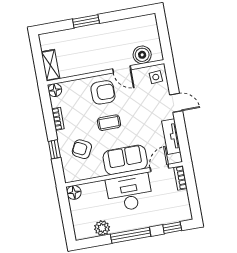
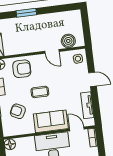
armchair: (103, 92) -> (22, 69), moved
door: (159, 168) -> (77, 129), hinge flipped

